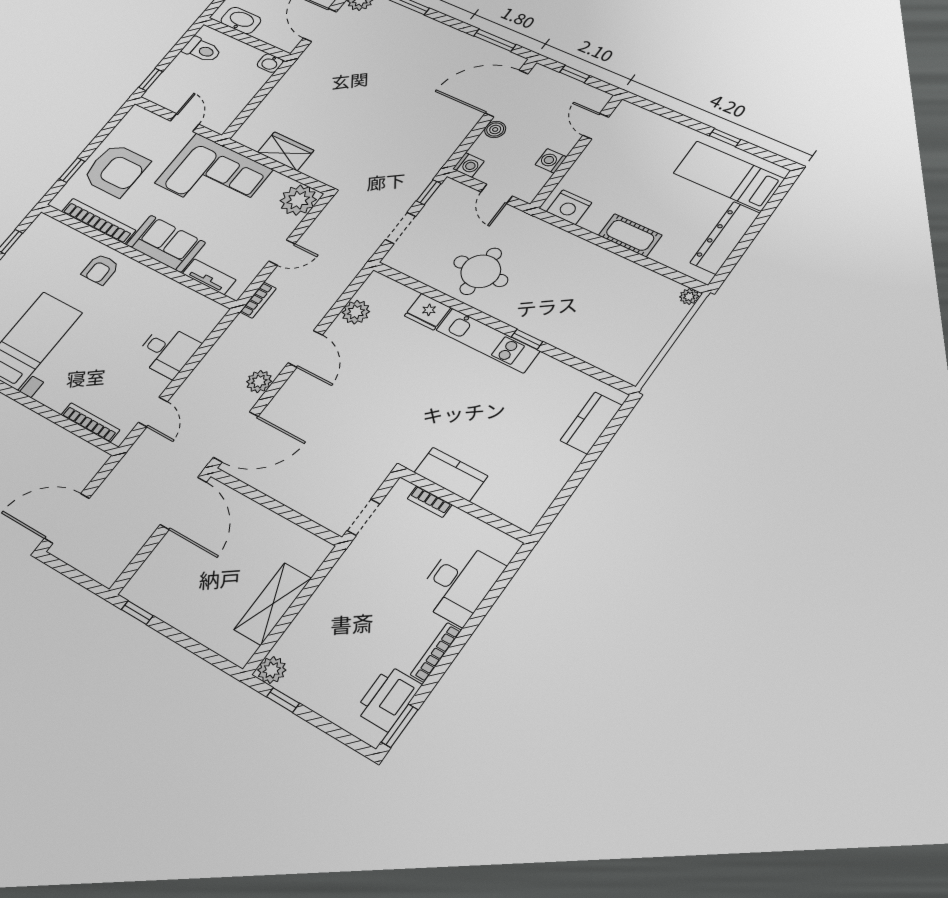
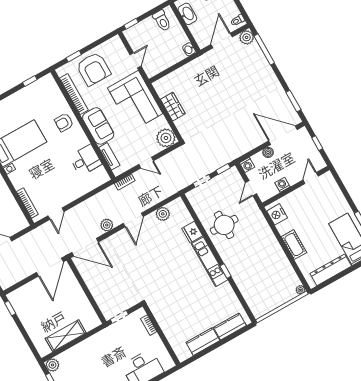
desk: (167, 351) -> (86, 160), moved, turned -90
kitchen counter: (451, 474) -> (203, 341), moved, turned -90

